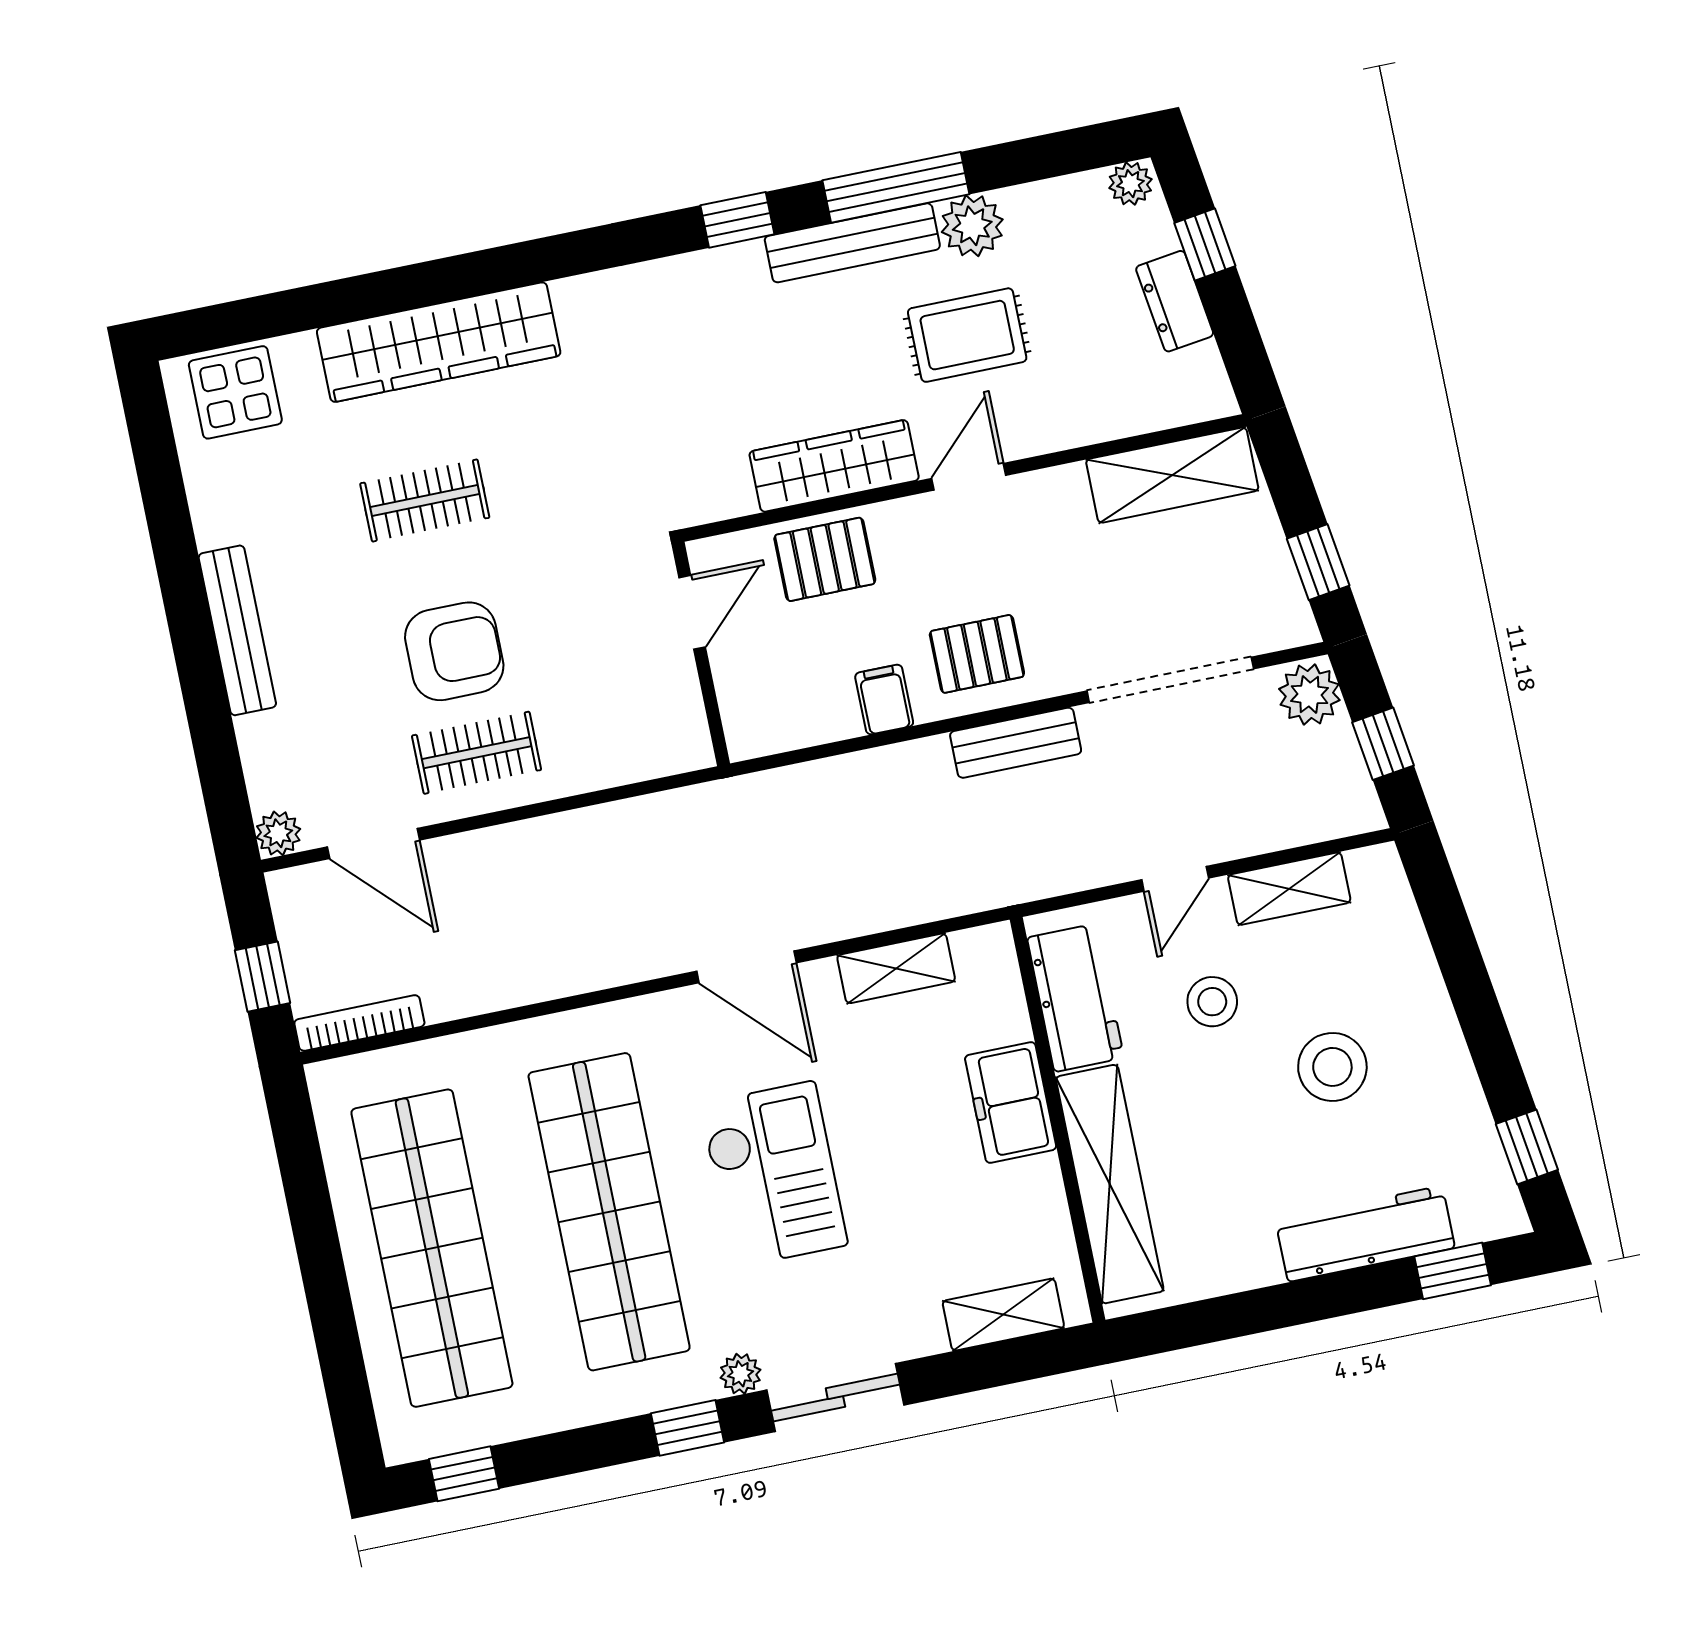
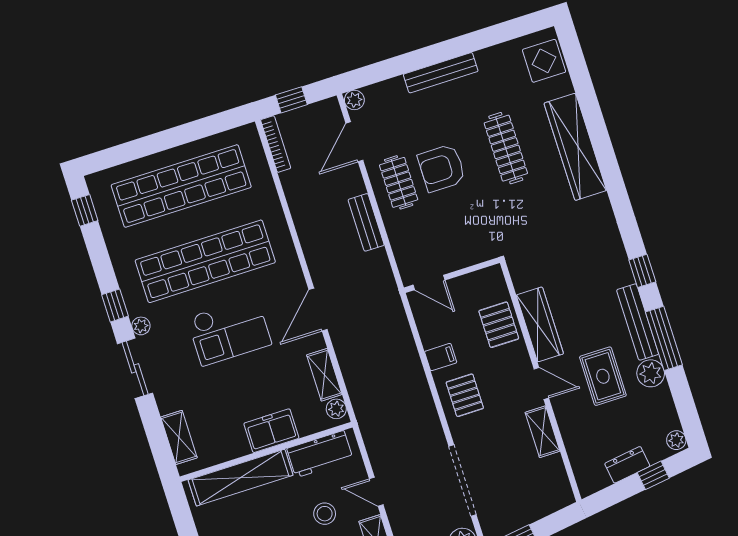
shelving: (1172, 475) -> (543, 432), moved, width x0.67, depth x0.75
clothes rail: (425, 500) -> (506, 148), width x1.36
door: (692, 612) -> (429, 283), moved
armchair: (454, 651) -> (442, 168), turned 90
bench: (1016, 743) -> (366, 222), moved
plant: (977, 949) -> (336, 409), added

